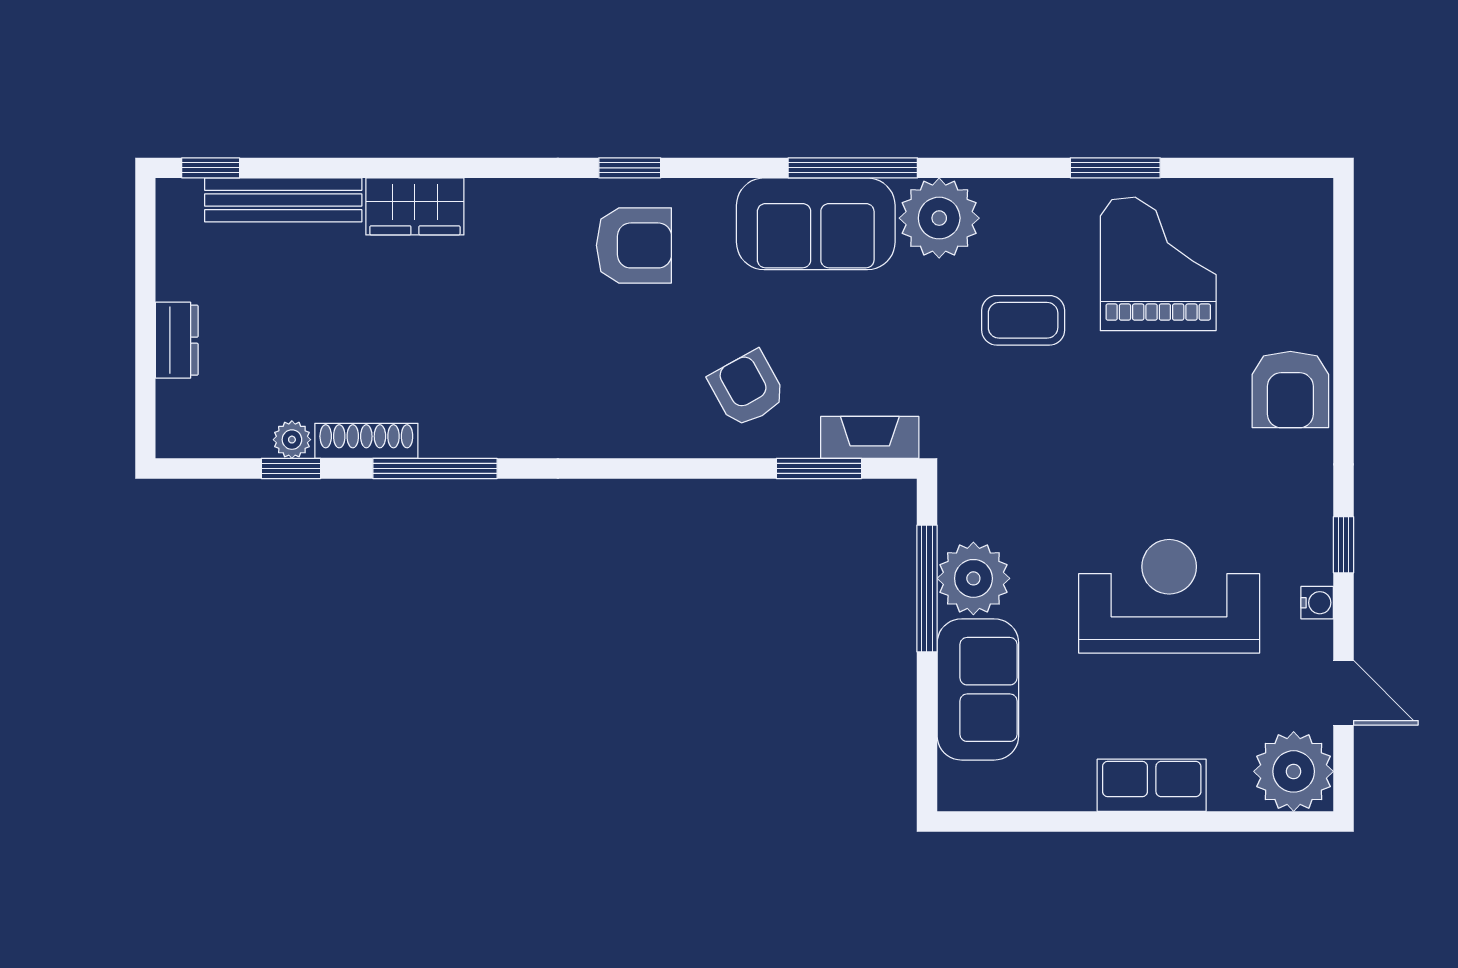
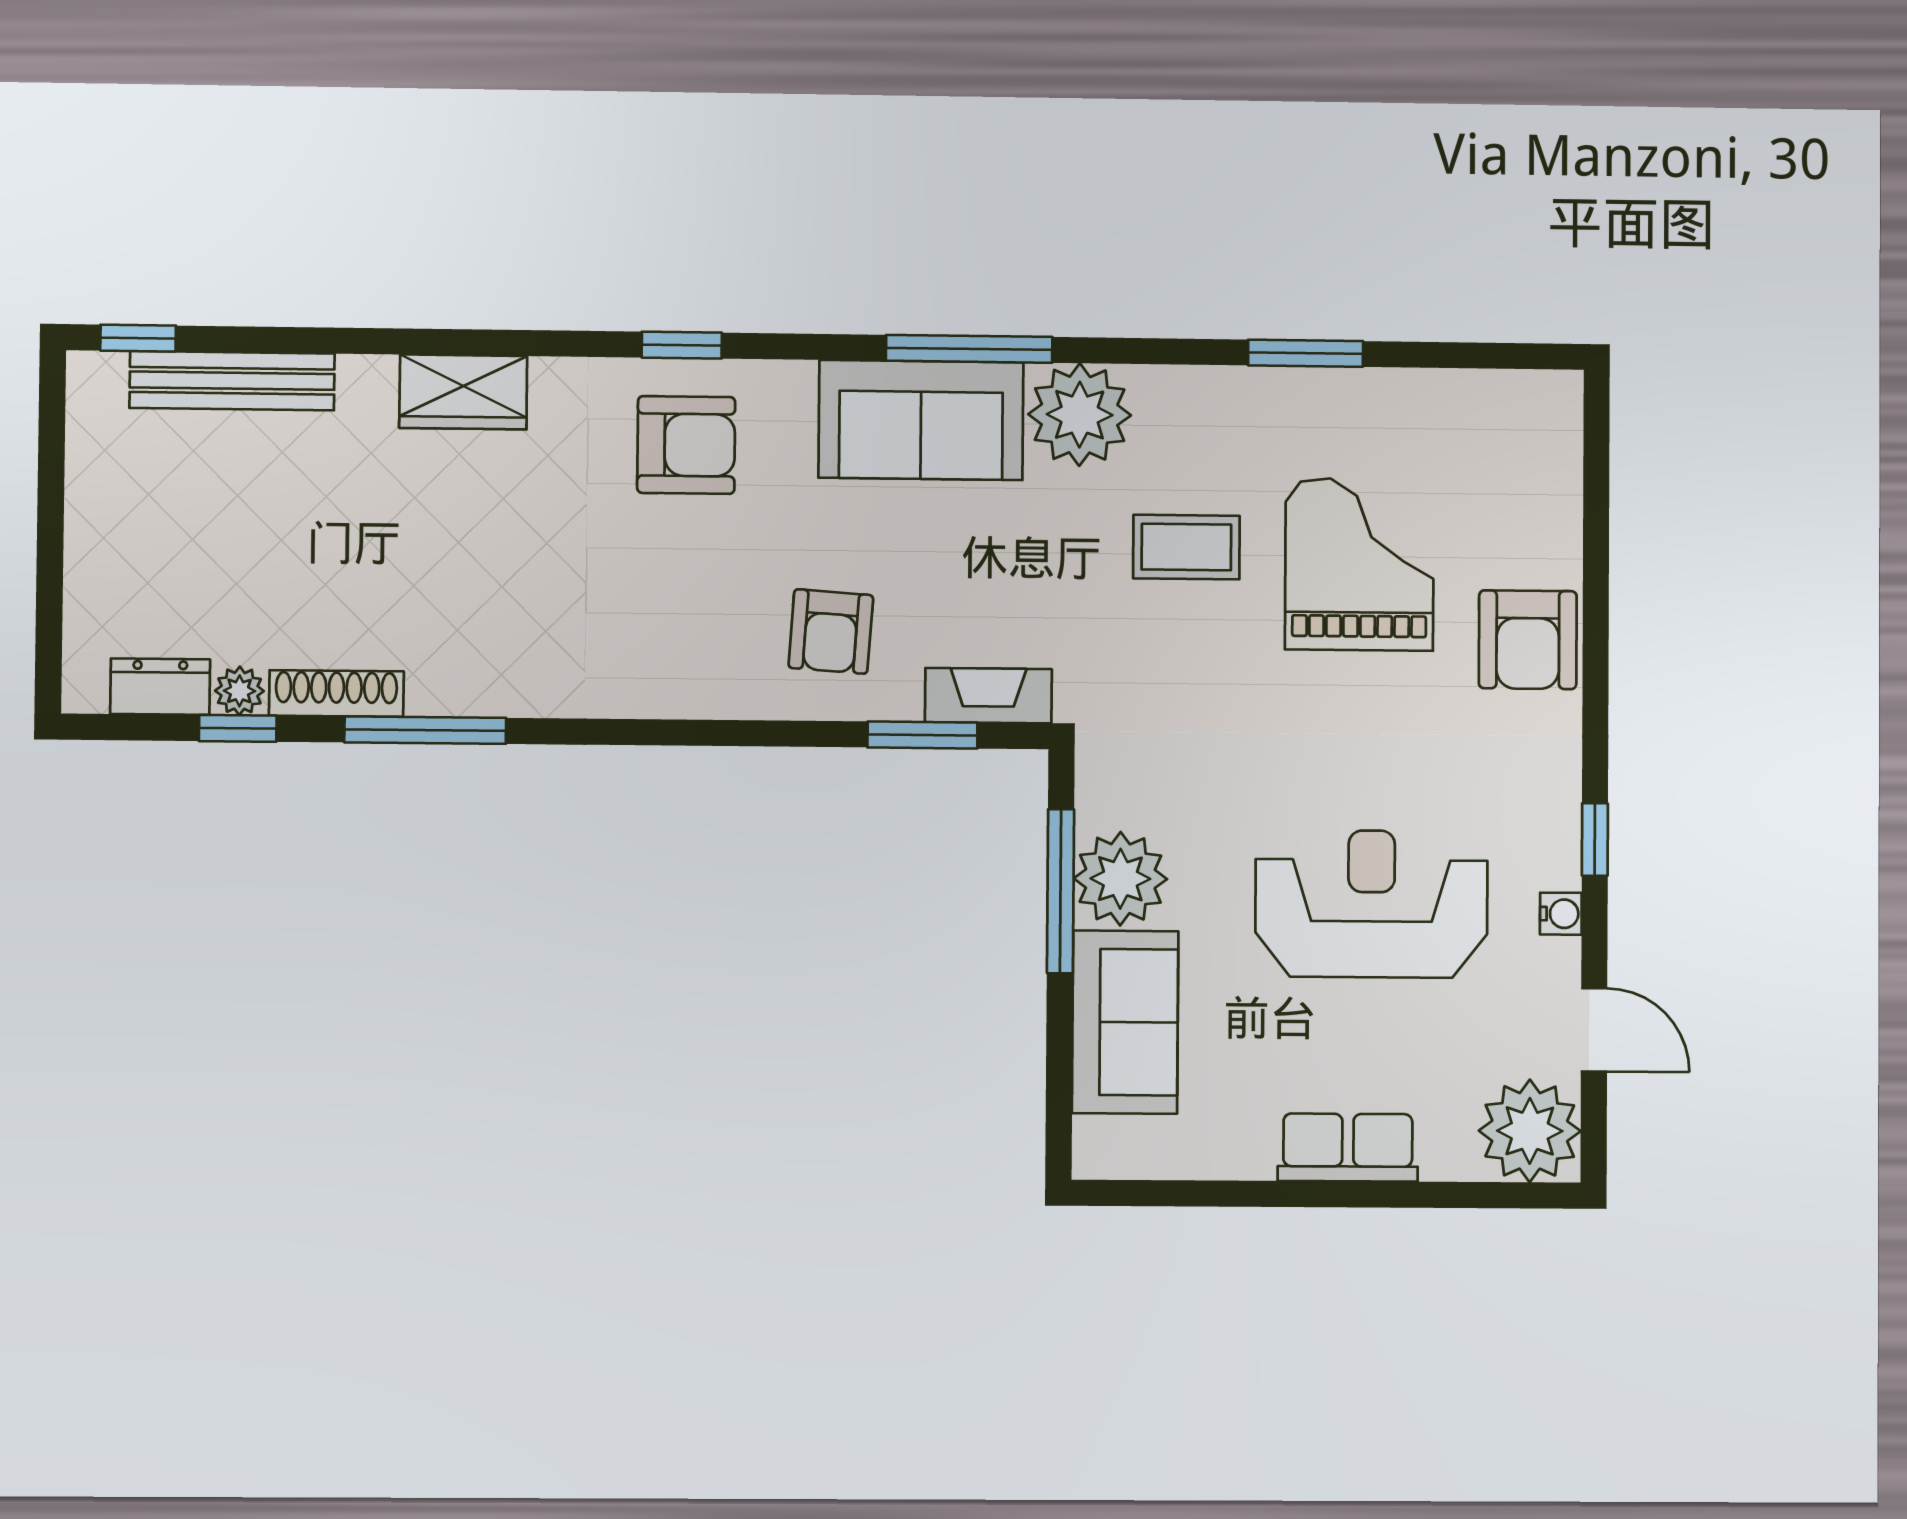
wardrobe: (415, 206) -> (463, 392), moved
grand piano: (1158, 264) -> (1359, 564), moved
dresser: (177, 340) -> (160, 687), moved, turned -90
armchair: (747, 389) -> (831, 632), turned -147

